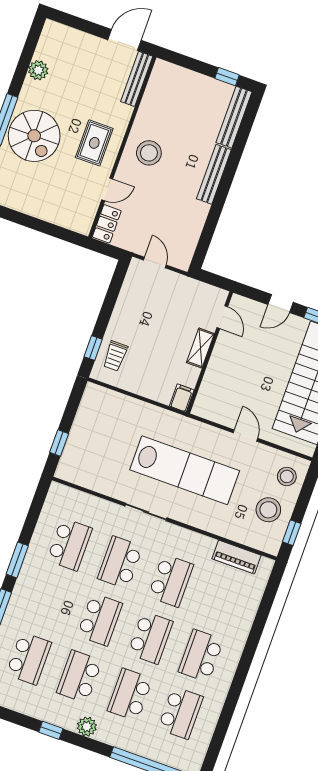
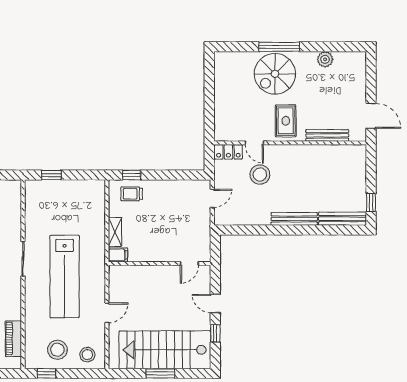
bench: (137, 79) -> (327, 135), moved
rug: (94, 143) -> (286, 121), turned 90
stool: (149, 153) -> (260, 175), moved
shelving: (200, 348) -> (115, 232), moved, turned 90

